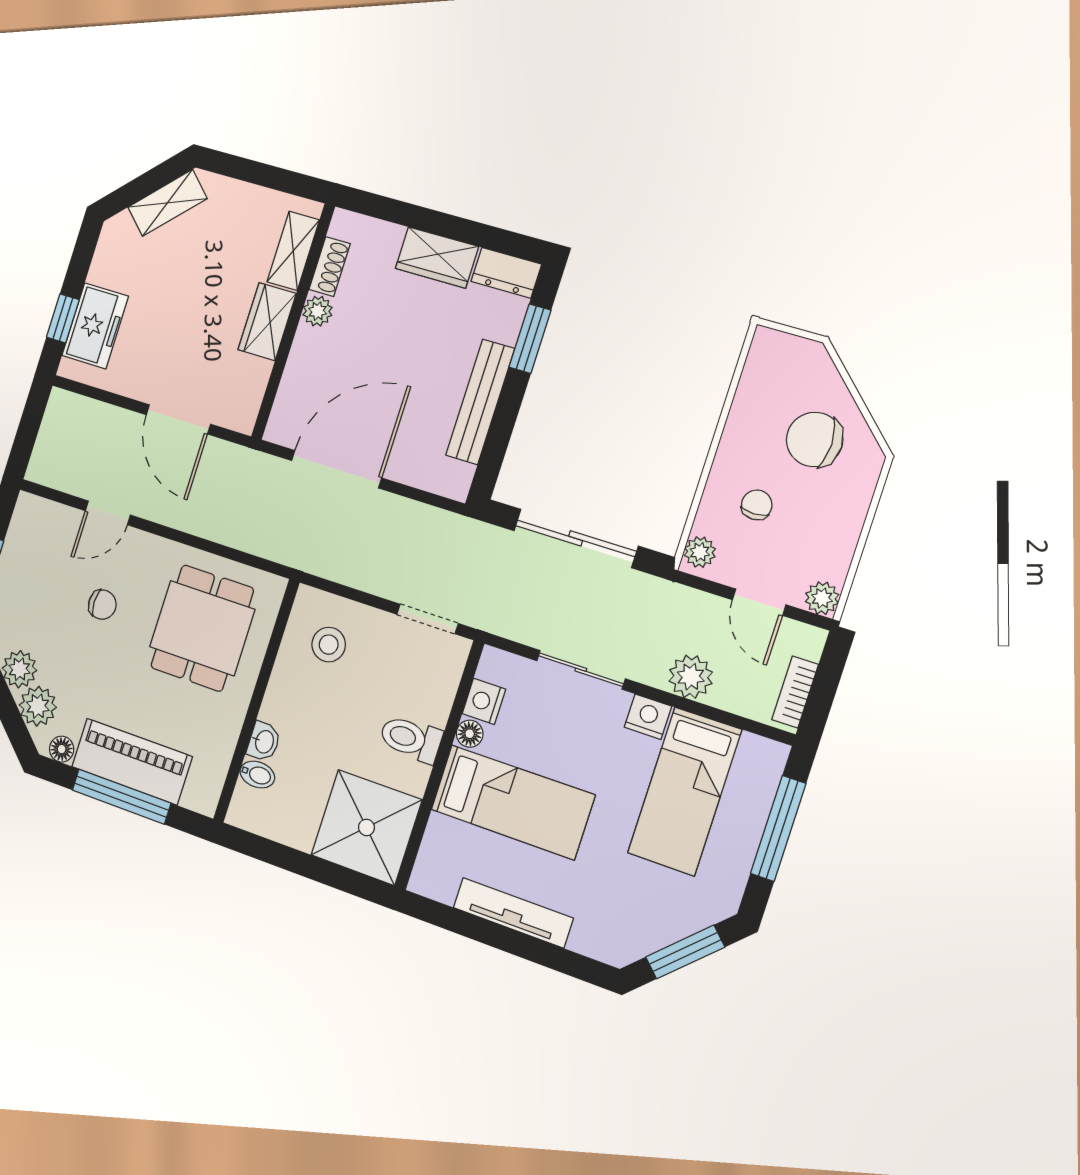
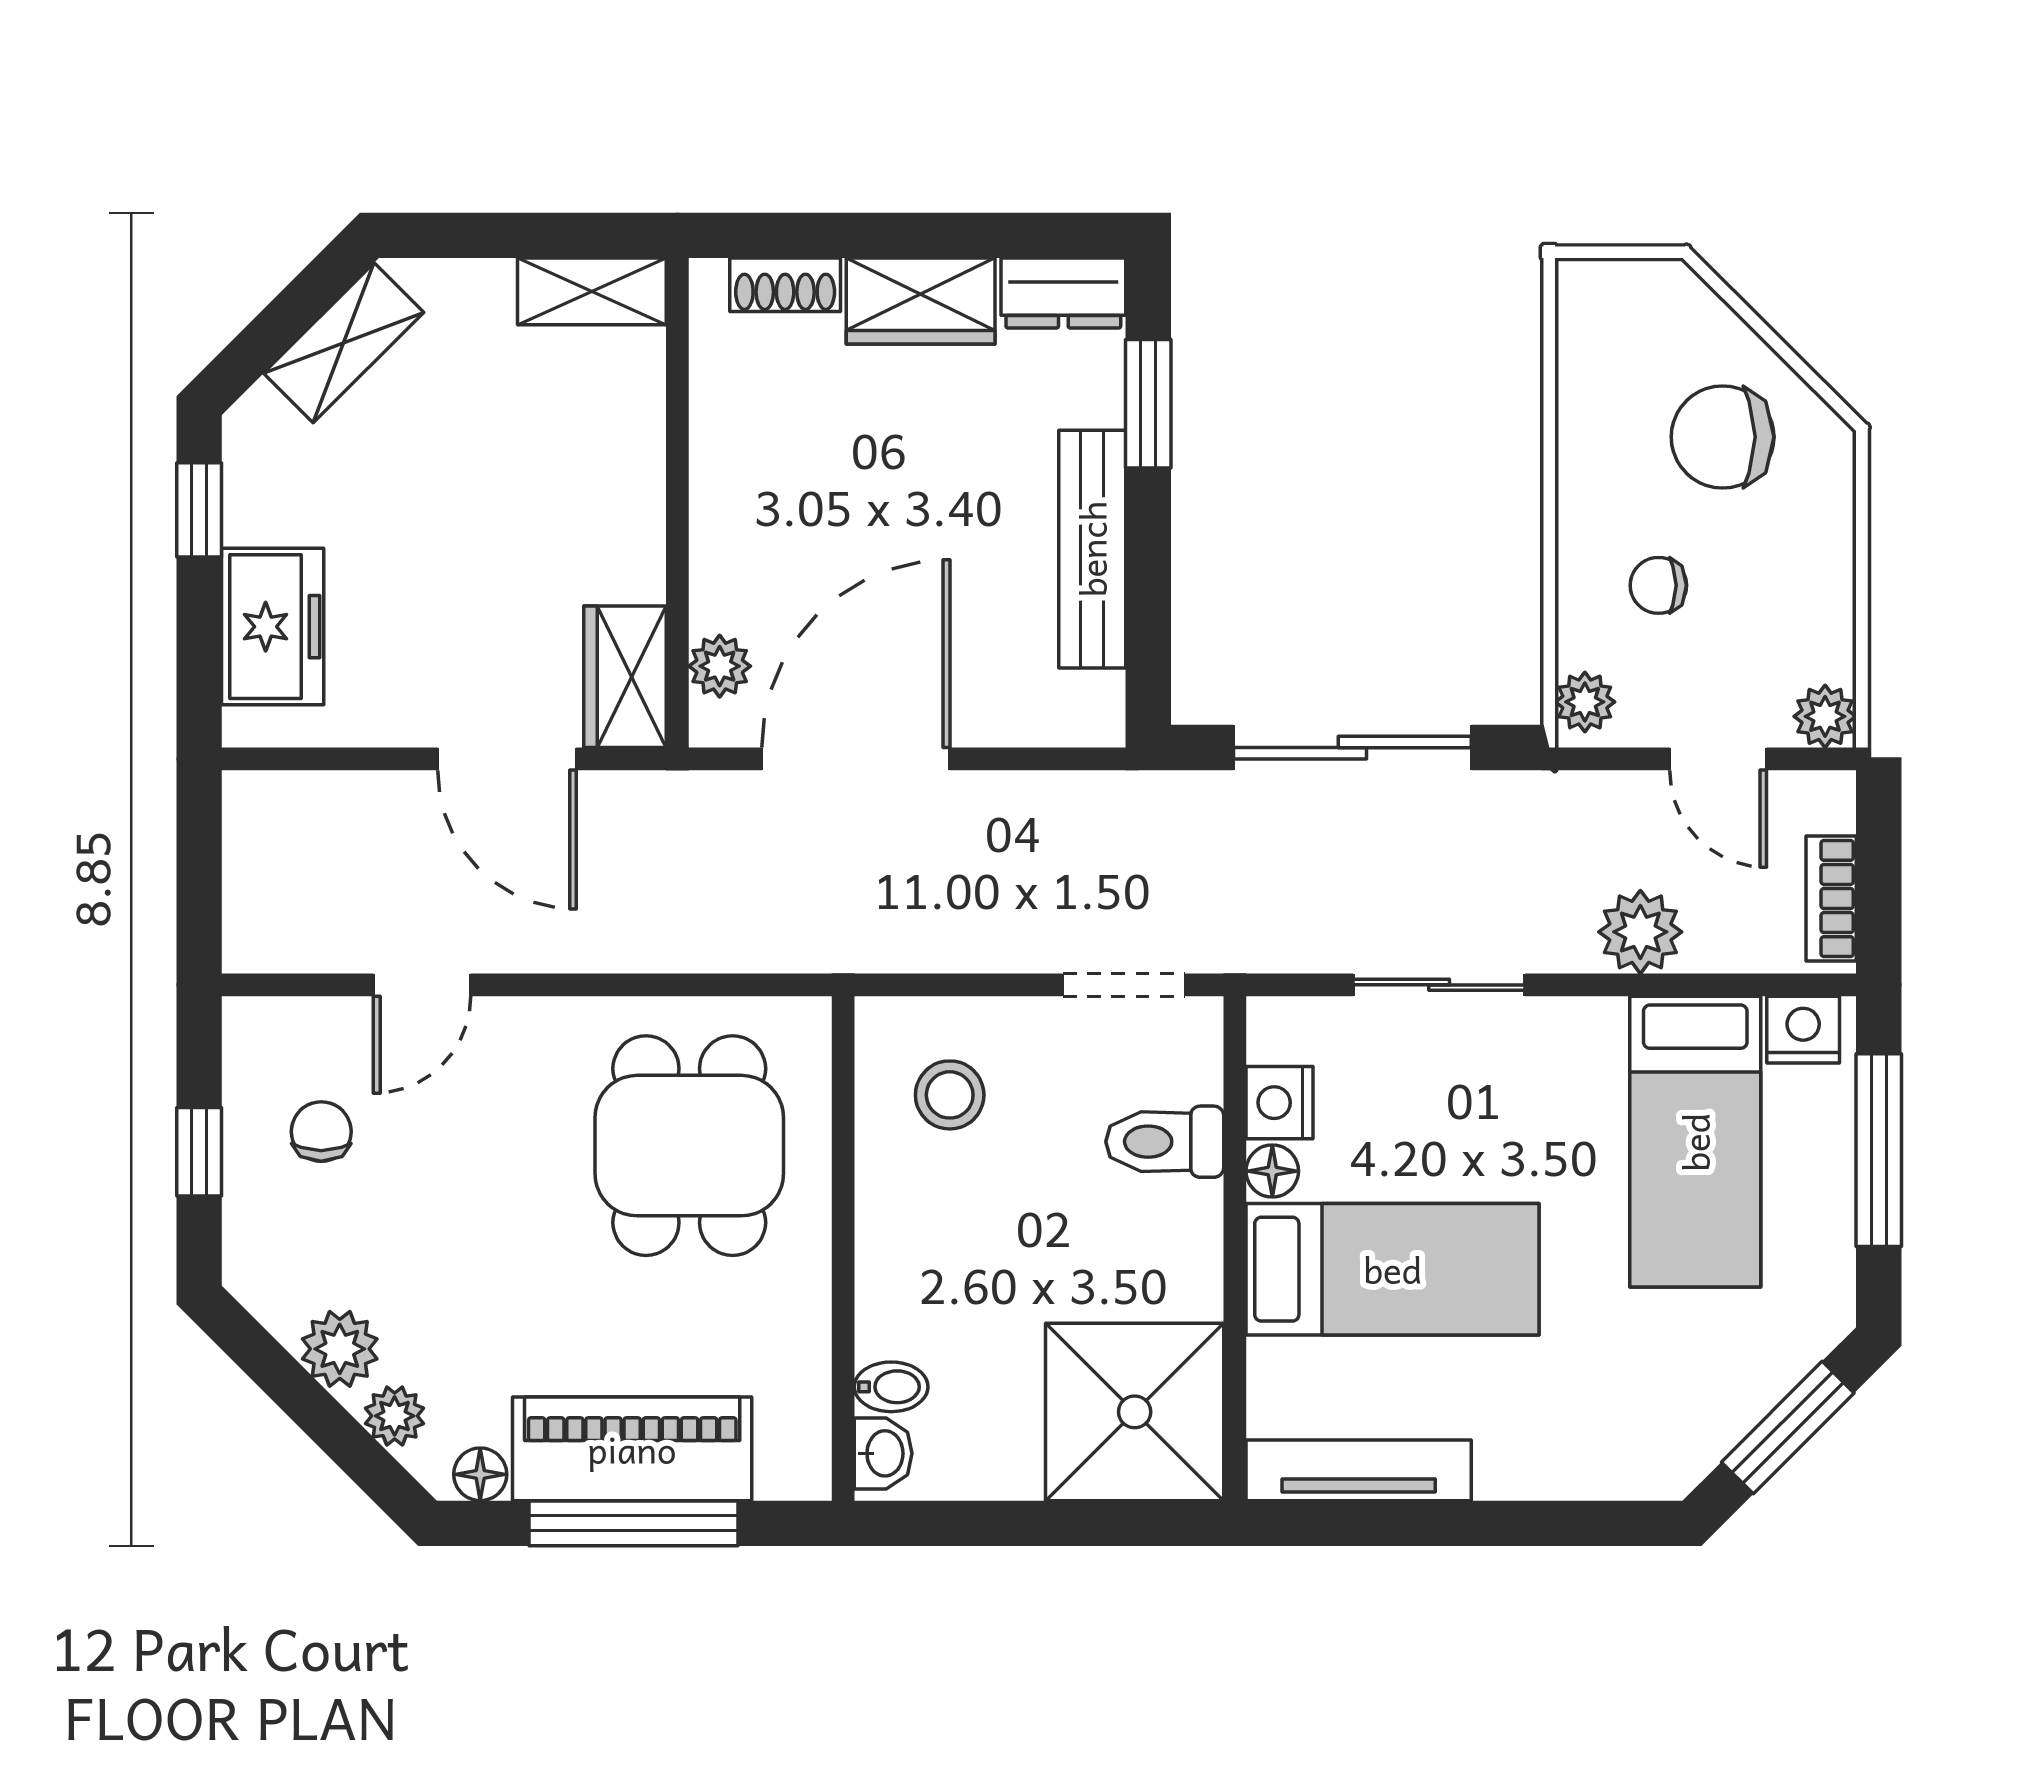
shelving: (293, 251) -> (592, 291), moved, turned 90
shoe rack: (330, 267) -> (785, 285), moved, turned 90
plant: (318, 311) -> (720, 666), moved
window: (63, 318) -> (199, 510), moved
wardrobe: (267, 322) -> (625, 677), moved
chair: (757, 505) -> (1658, 585), turned -90
chair: (102, 605) -> (321, 1132), moved, turned -90
plant: (38, 706) -> (395, 1416), width x0.73, depth x0.73
nightstand: (648, 717) -> (1803, 1030), moved
toilet: (411, 739) -> (1165, 1142), moved
washbasin: (264, 742) -> (883, 1453), moved
tv unit: (513, 913) -> (1359, 1470), moved

